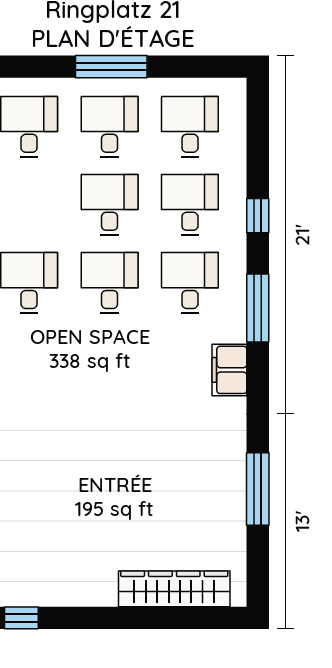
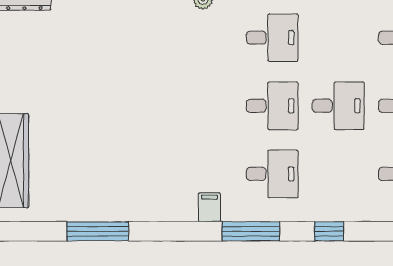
desk: (190, 205) -> (338, 174), removed
filing cabinet: (229, 370) -> (209, 207), width x0.50

